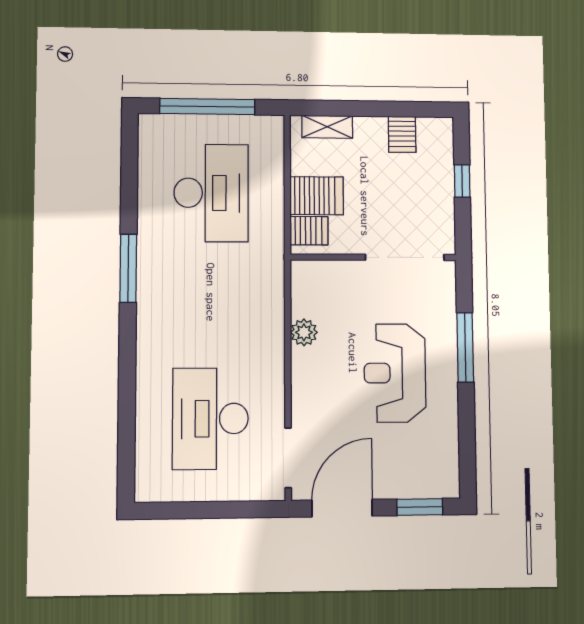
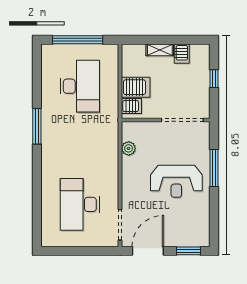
shelving: (327, 127) -> (160, 50), moved
plant: (304, 332) -> (129, 148), moved
reception desk: (395, 373) -> (176, 181), turned -90

